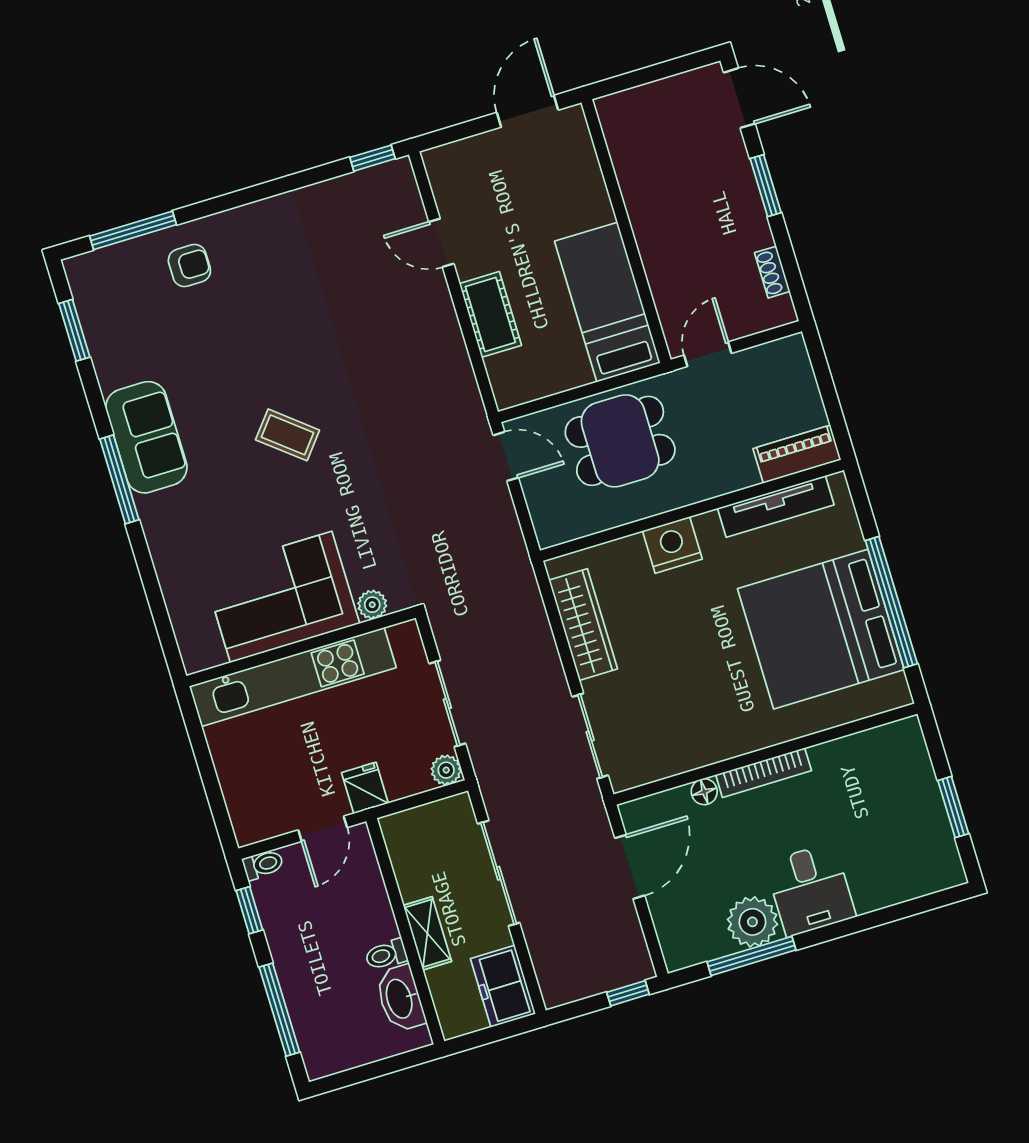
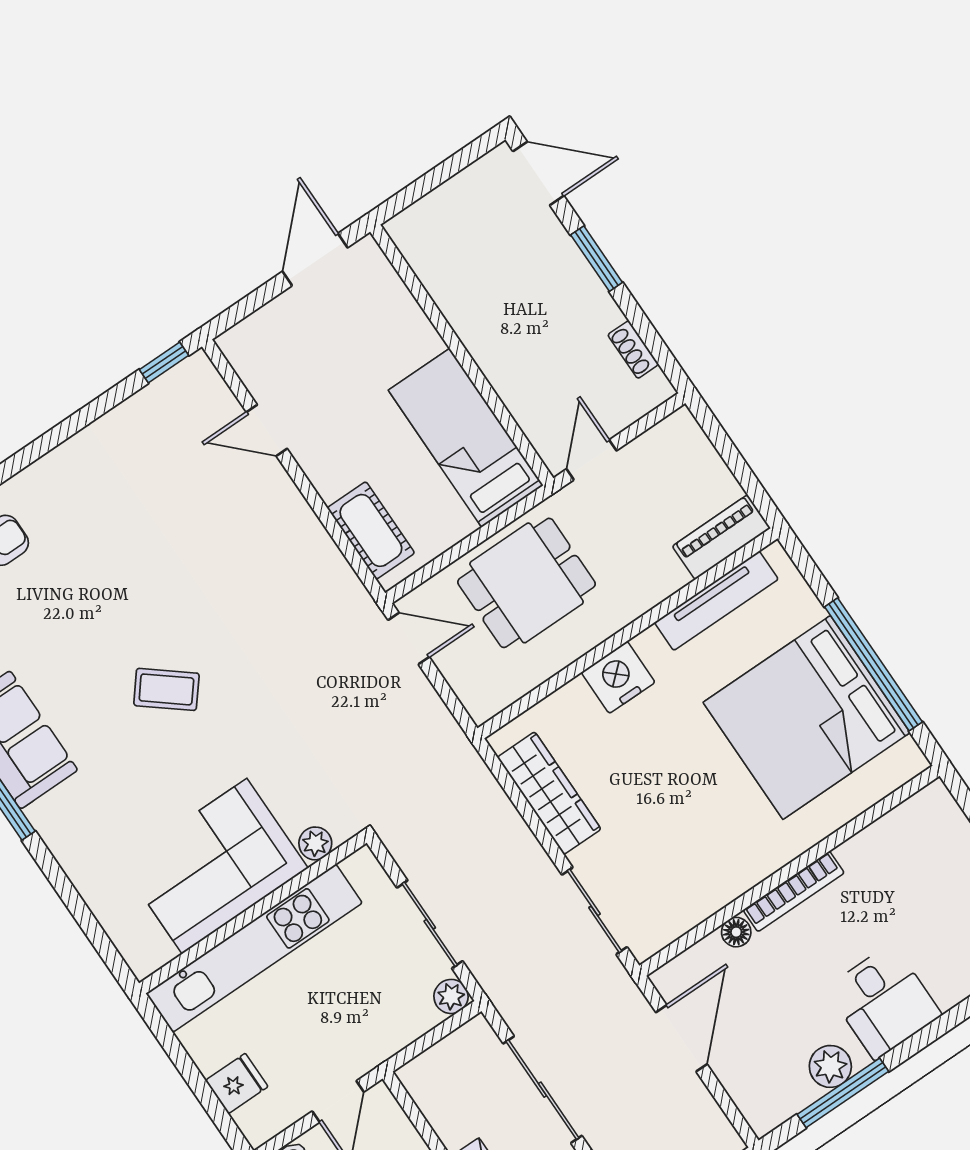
cot: (490, 314) -> (371, 530), moved
fridge: (365, 788) -> (237, 1083), moved, turned 90
plant: (752, 922) -> (830, 1066), width x0.73, depth x0.73

